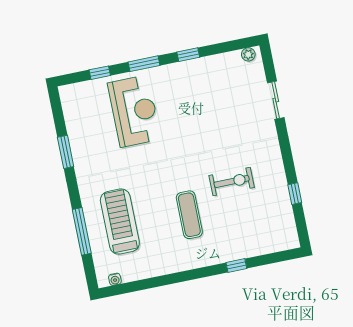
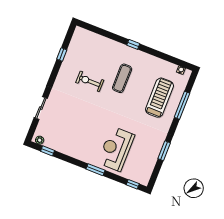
window: (188, 55) -> (48, 151), moved
window: (100, 73) -> (133, 184), moved
treadmill: (120, 222) -> (159, 98), turned 180
window: (236, 266) -> (133, 44), moved

